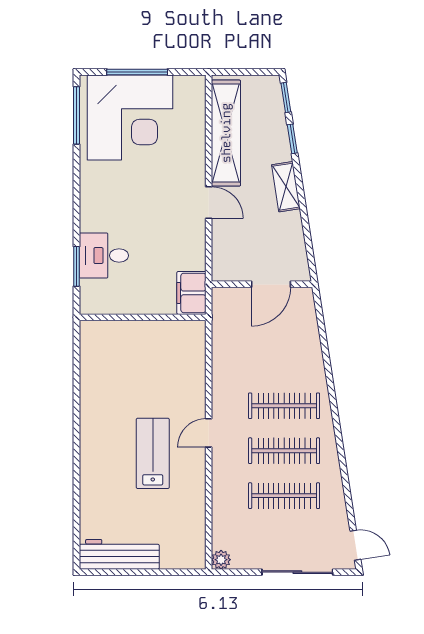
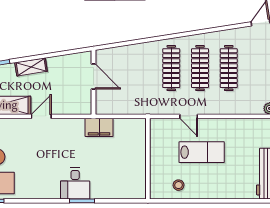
wall: (143, 317) -> (148, 159), moved
stool: (101, 417) -> (178, 185), added
lab bench: (153, 453) -> (202, 152), turned 180

